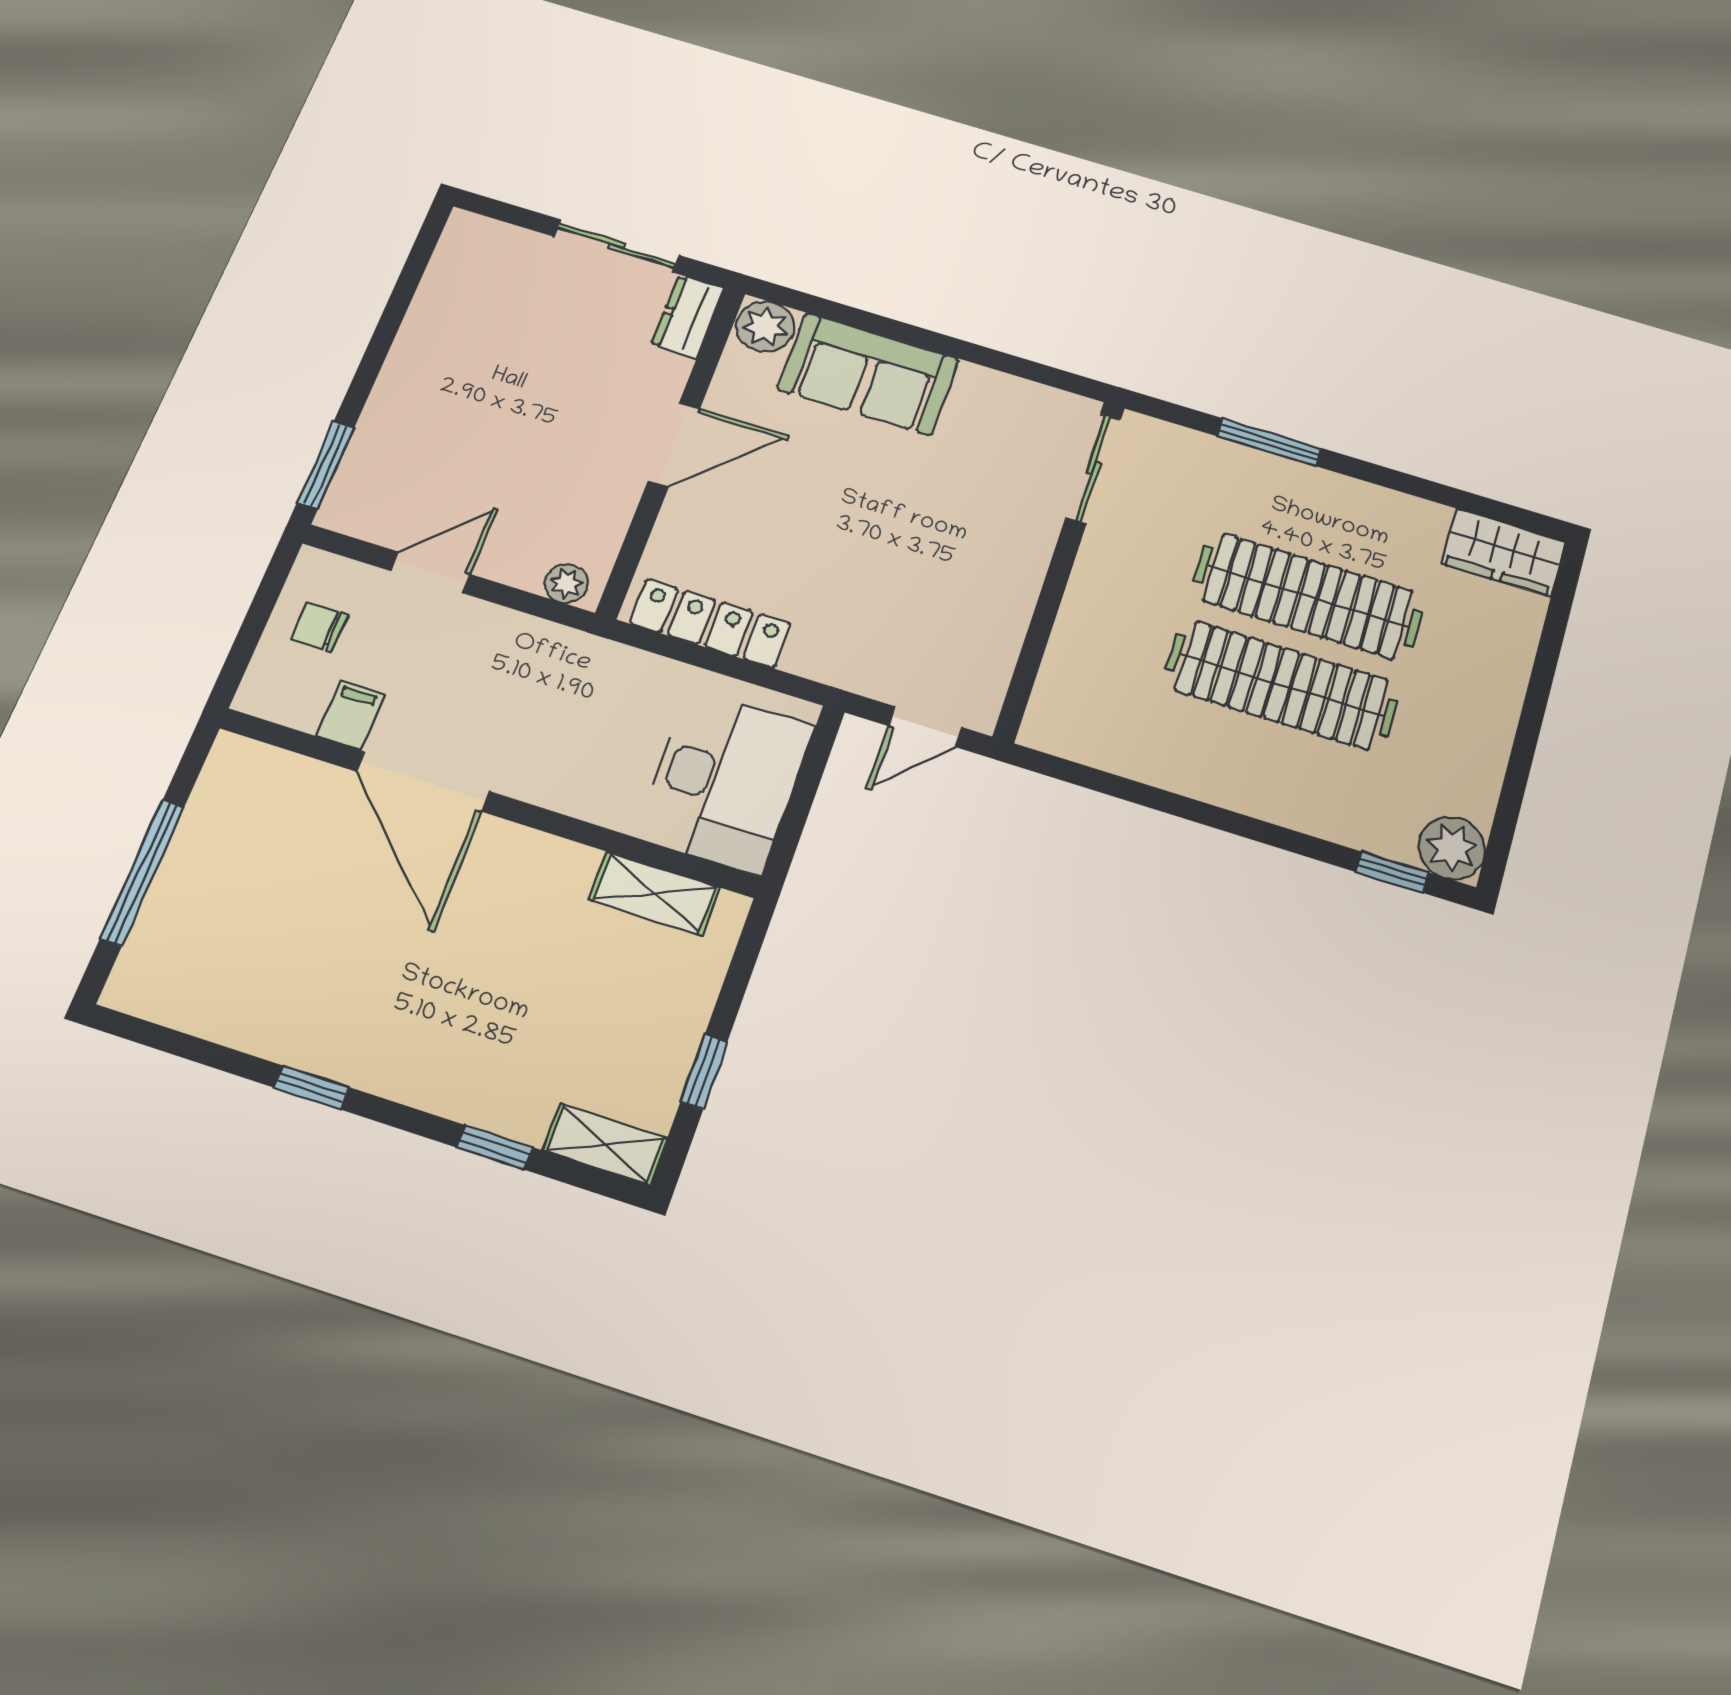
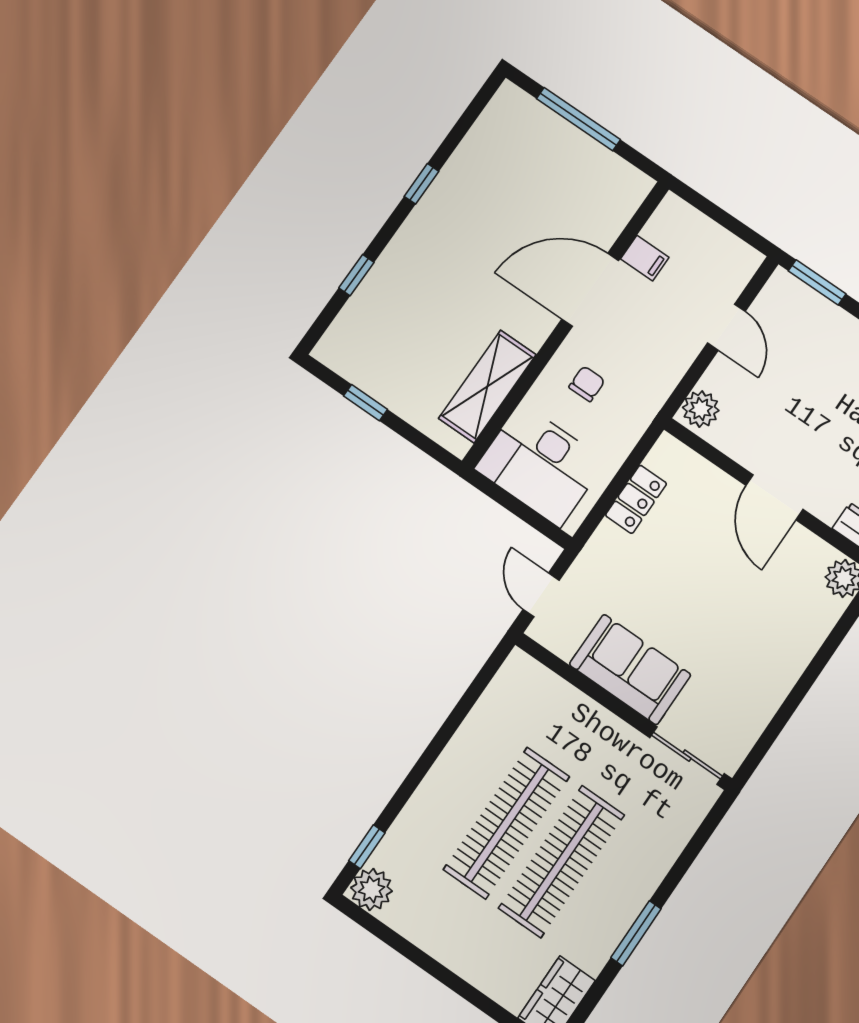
sofa: (868, 374) -> (630, 670), moved, turned 90
window: (1269, 442) -> (636, 933), moved
plant: (566, 583) -> (701, 409), width x1.38, depth x1.38
locker: (710, 623) -> (636, 499), width x0.66
chair: (320, 627) -> (587, 384), moved
shelving: (655, 893) -> (487, 386), width x1.50, depth x1.33
shelving: (605, 1144) -> (340, 336), removed

